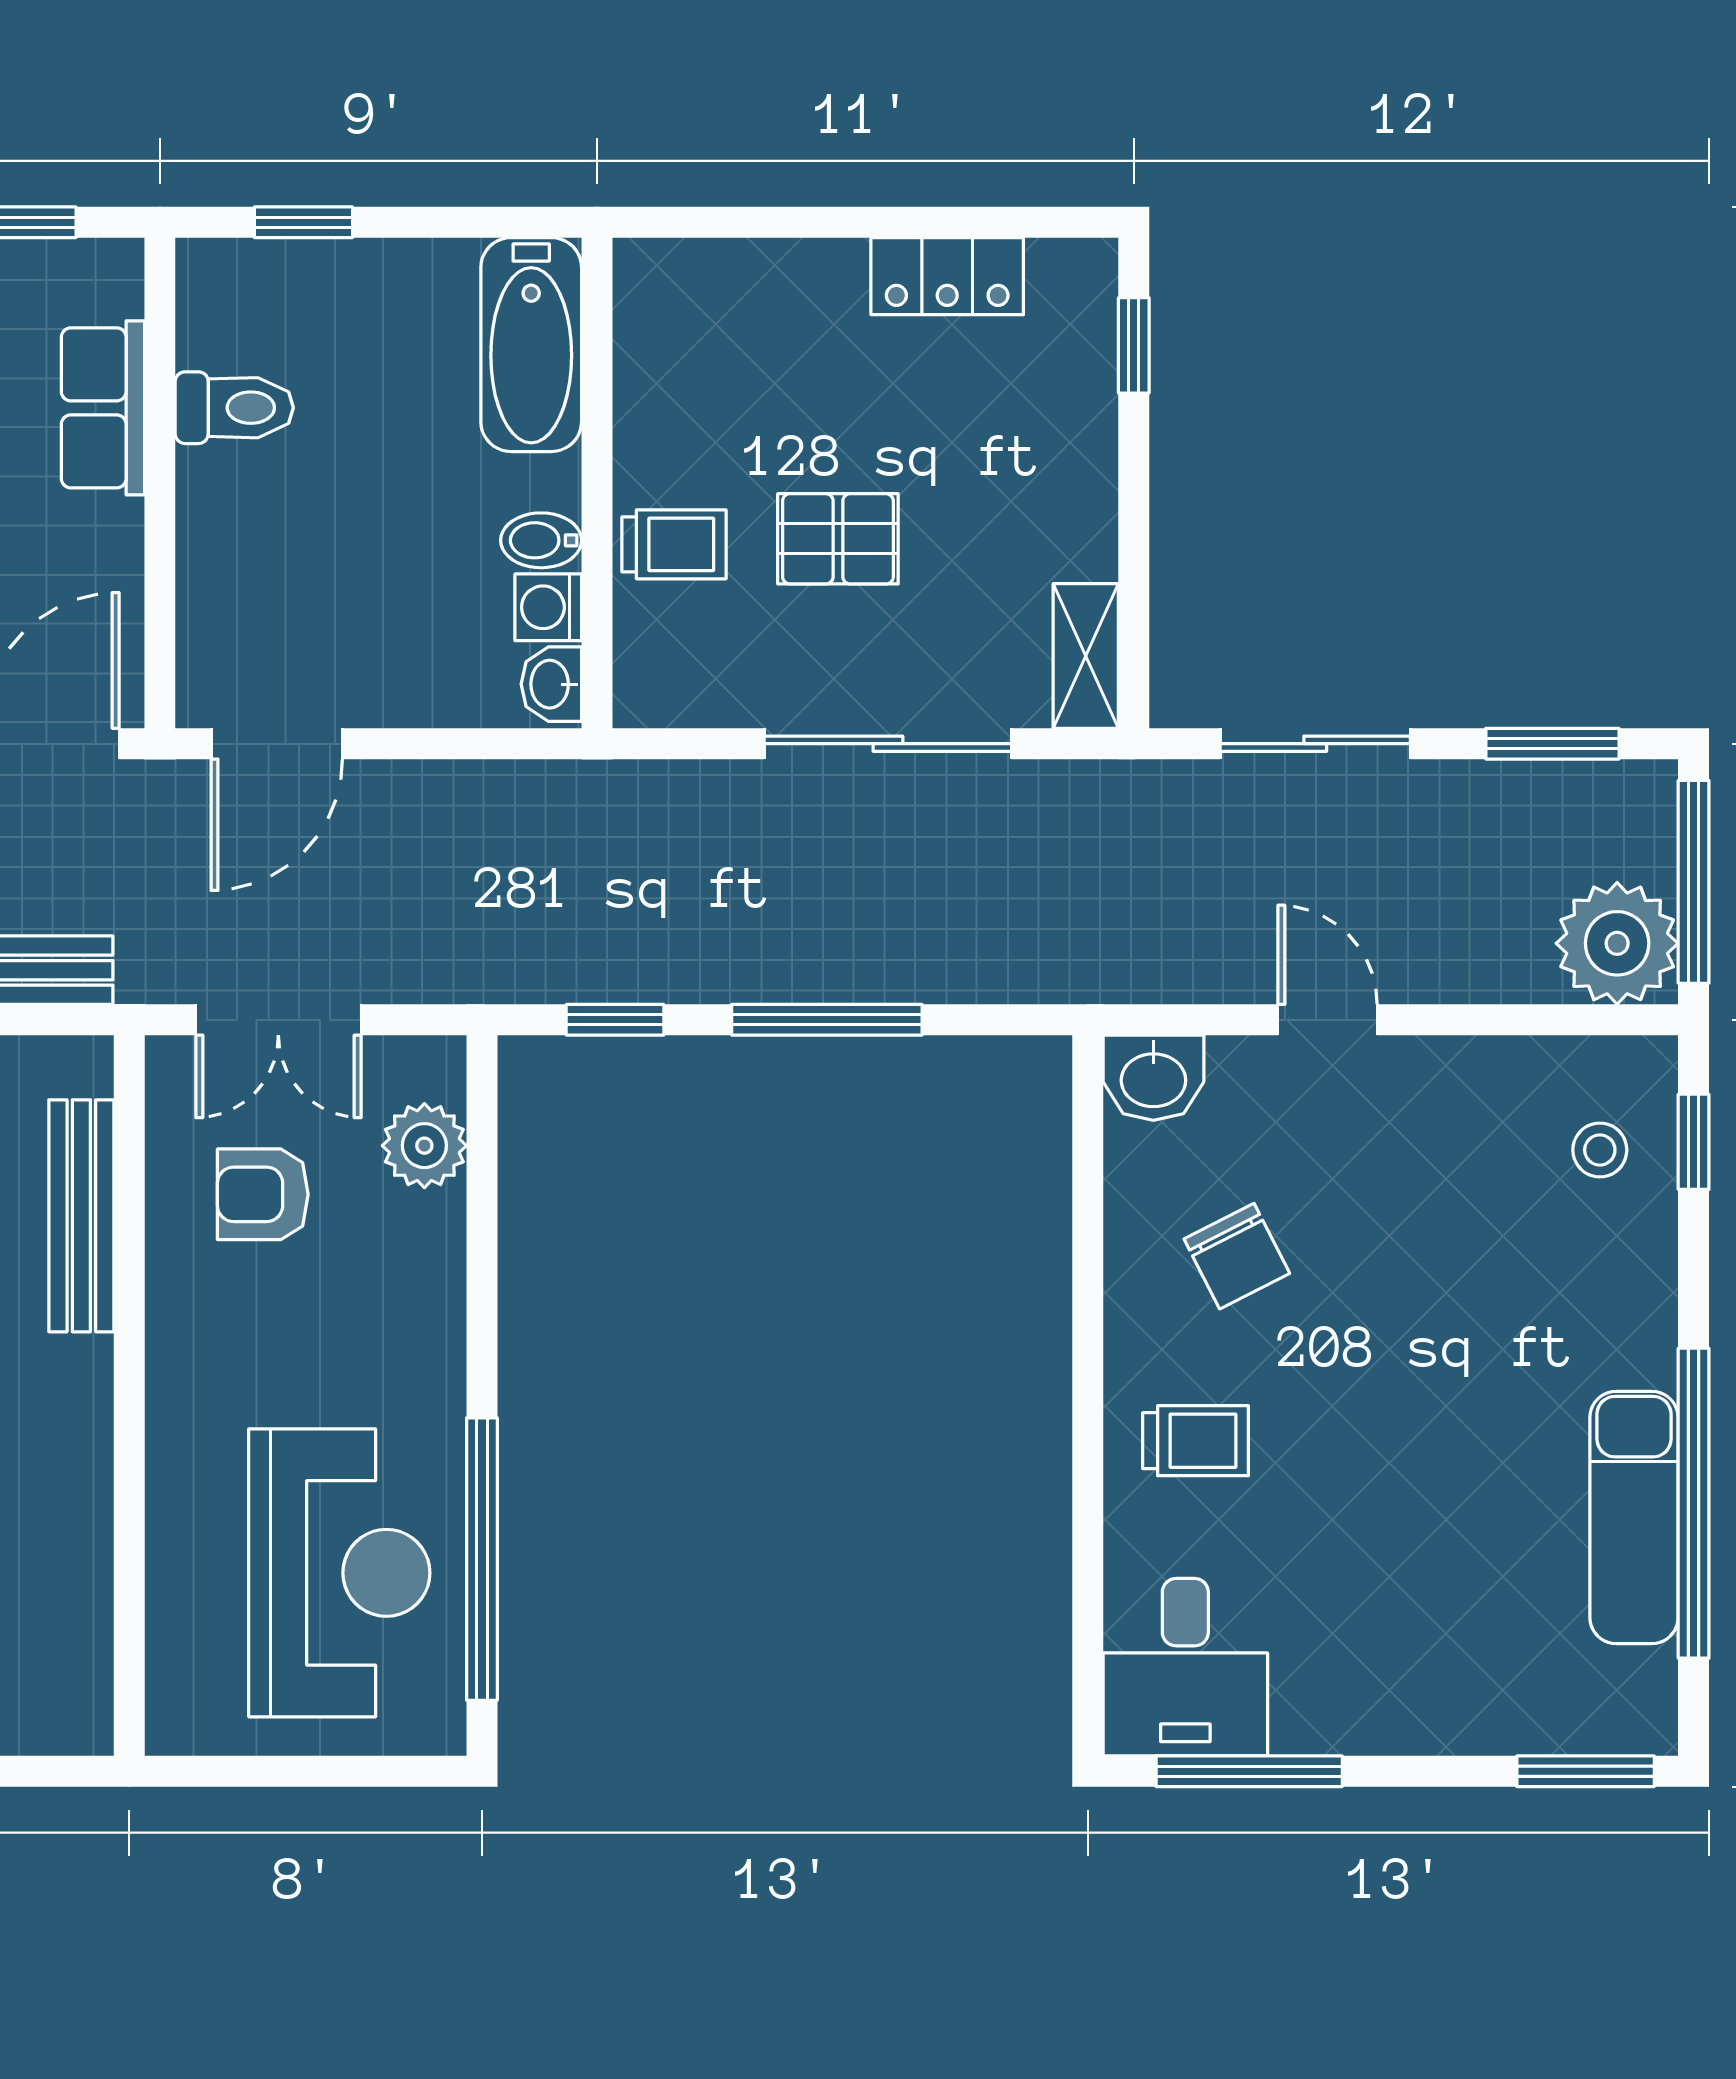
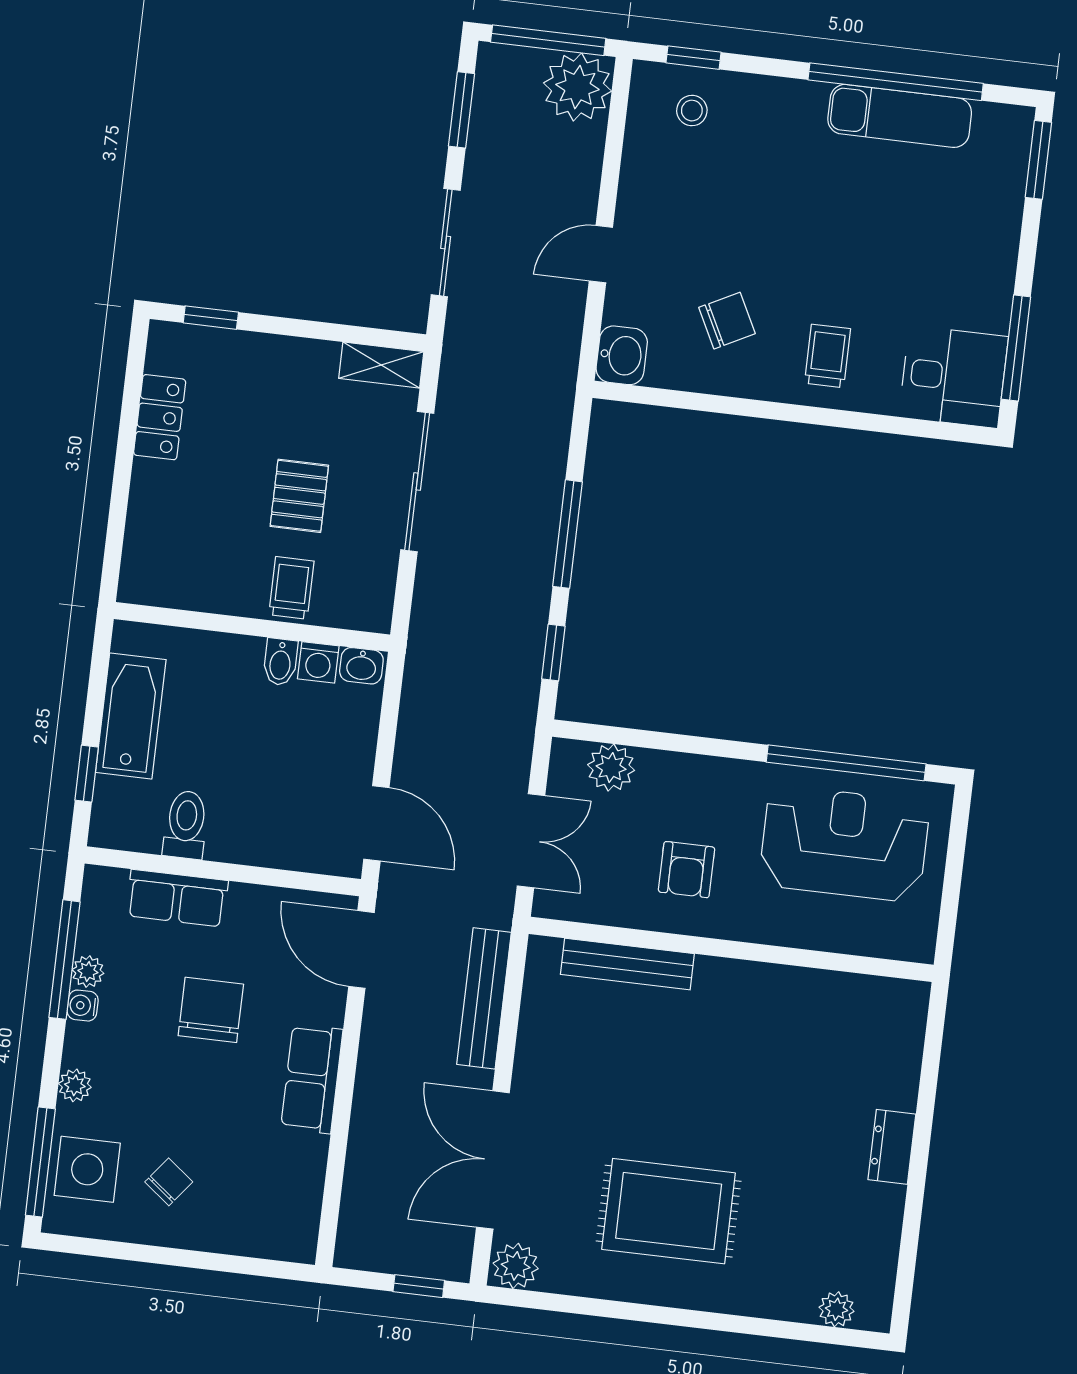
bathtub: (531, 345) -> (131, 716), moved, turned -90
armchair: (263, 1194) -> (687, 870), moved

